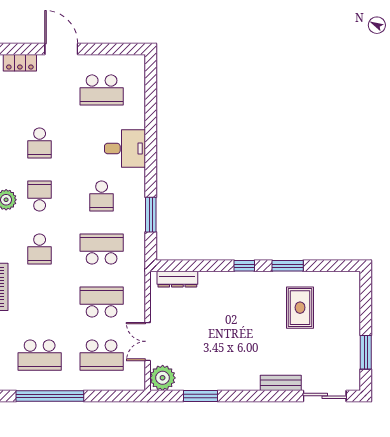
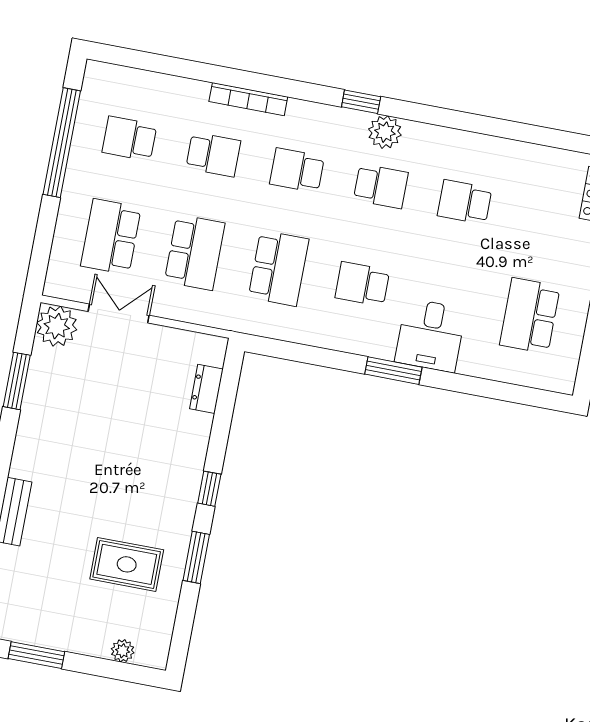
window: (151, 215) -> (393, 371), moved
dresser: (177, 279) -> (206, 389), width x0.70
plant: (353, 300) -> (123, 651), added
school desk: (40, 302) -> (213, 154), added
school desk: (40, 355) -> (129, 139), width x0.54

